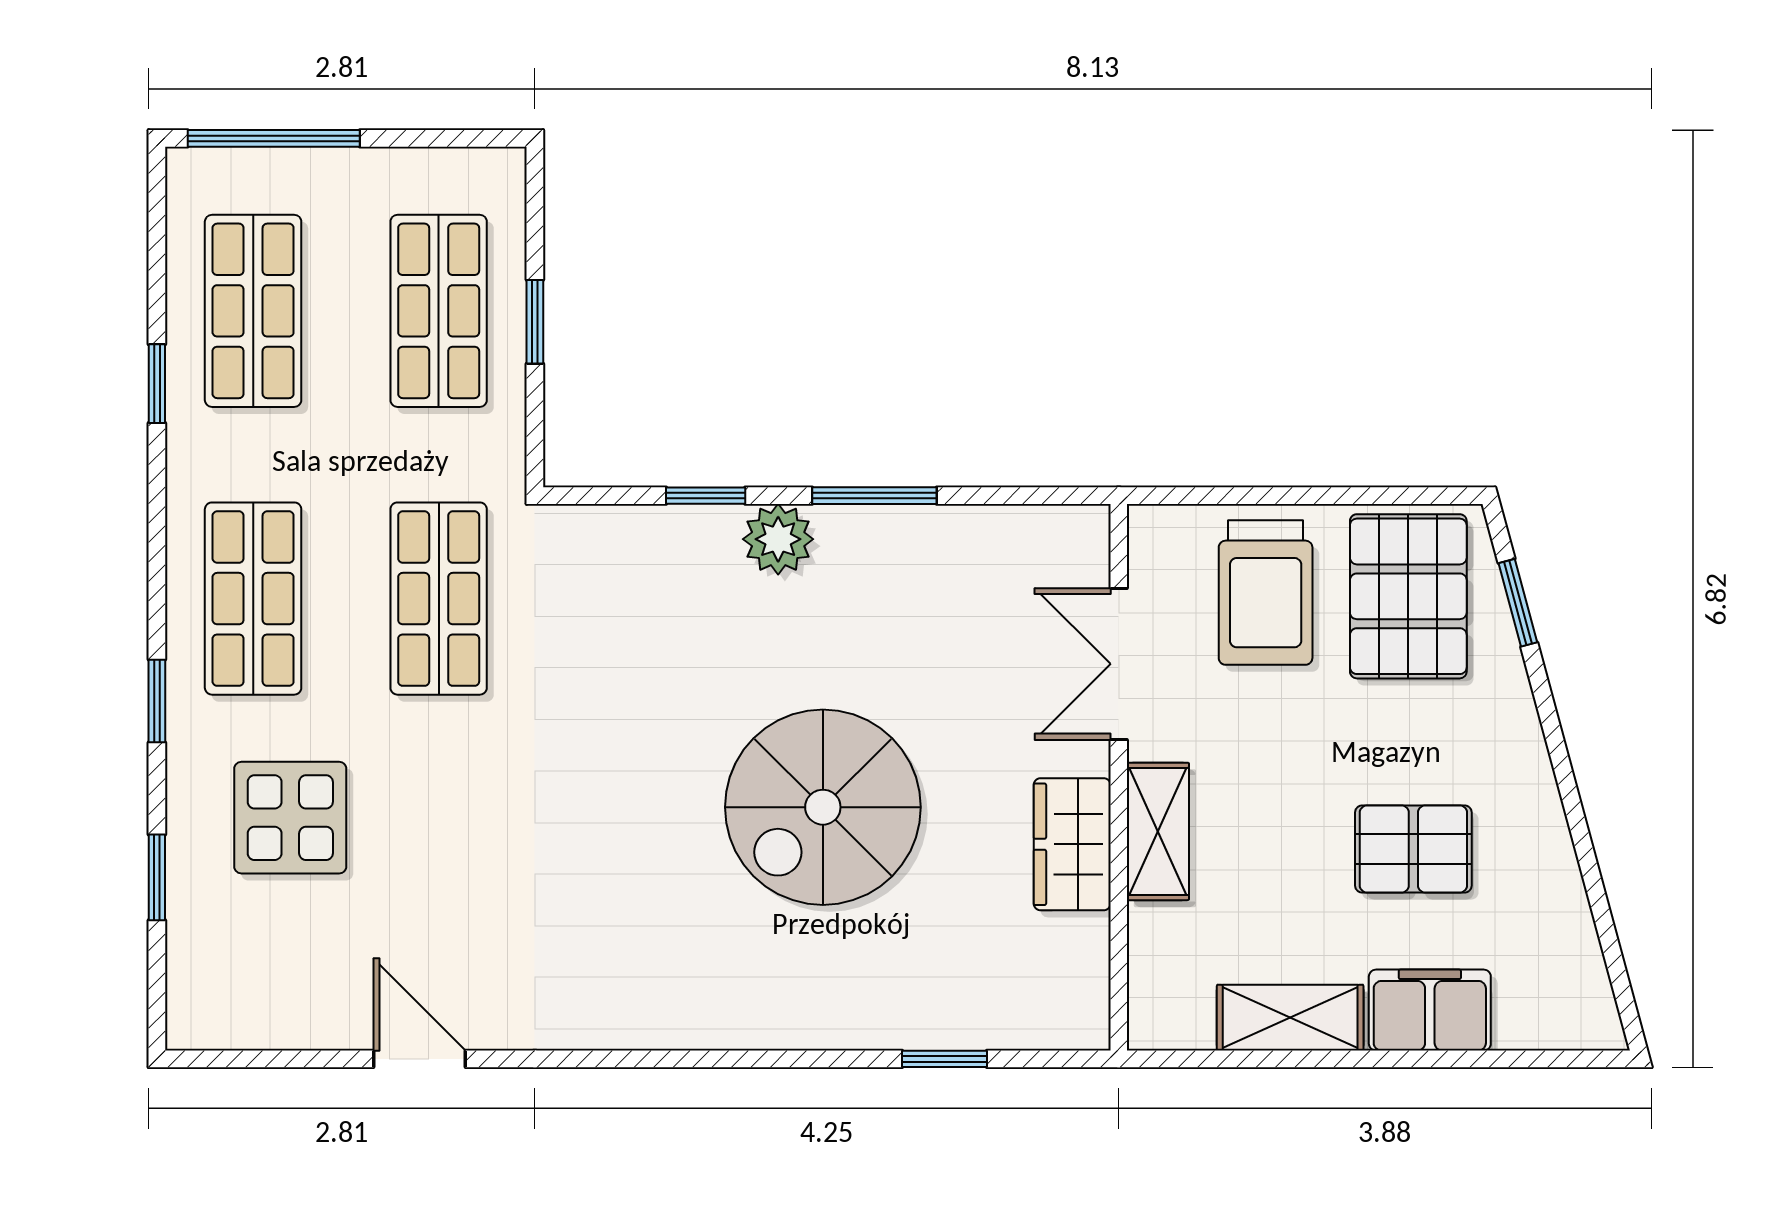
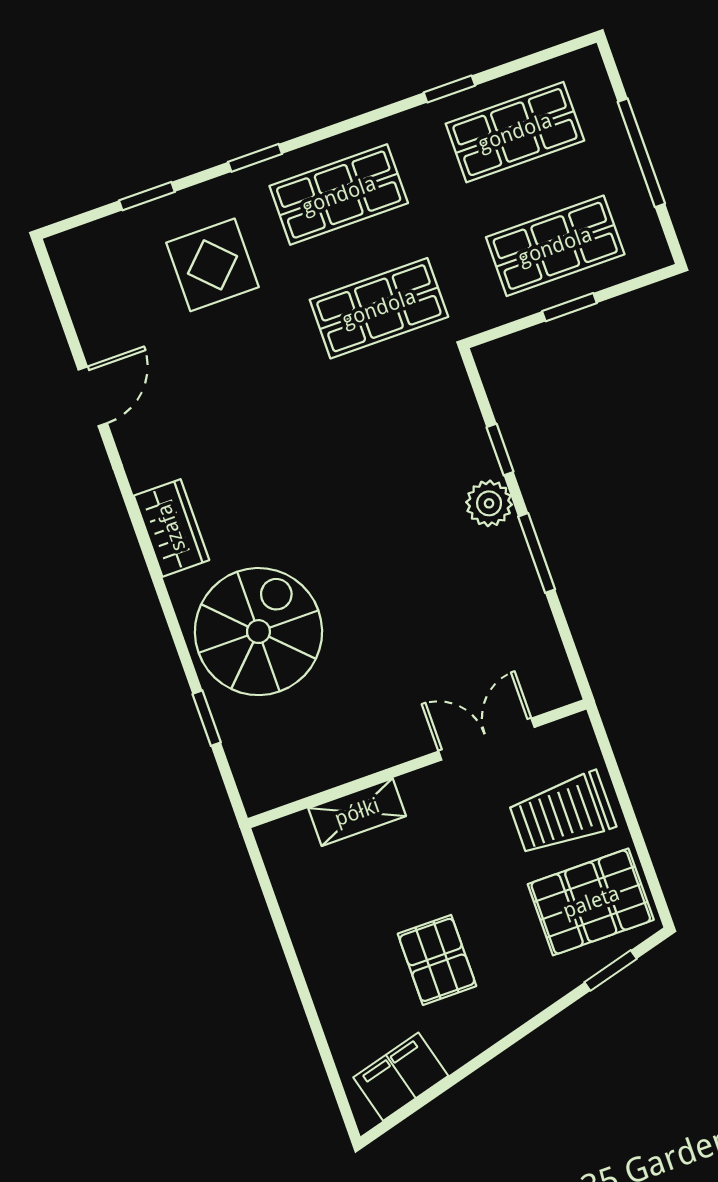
window: (274, 138) -> (641, 153), moved
spiral stairs: (823, 807) -> (258, 632), moved, turned 90
shelving: (1158, 831) -> (357, 812), moved
wardrobe: (1072, 844) -> (171, 528), moved, turned 90
filing cabinet: (1430, 1010) -> (401, 1077), moved, turned -105
shelving: (1290, 1018) -> (307, 921), removed

